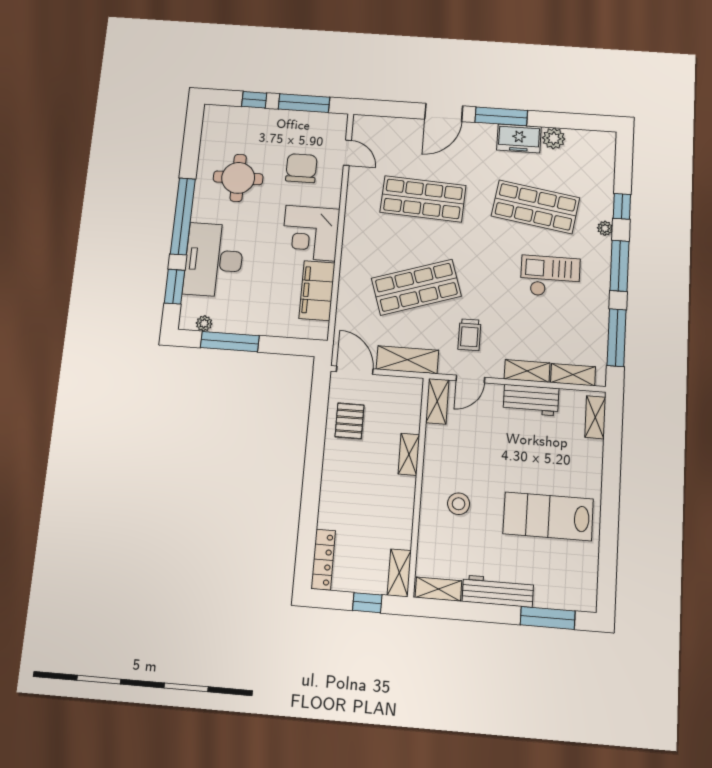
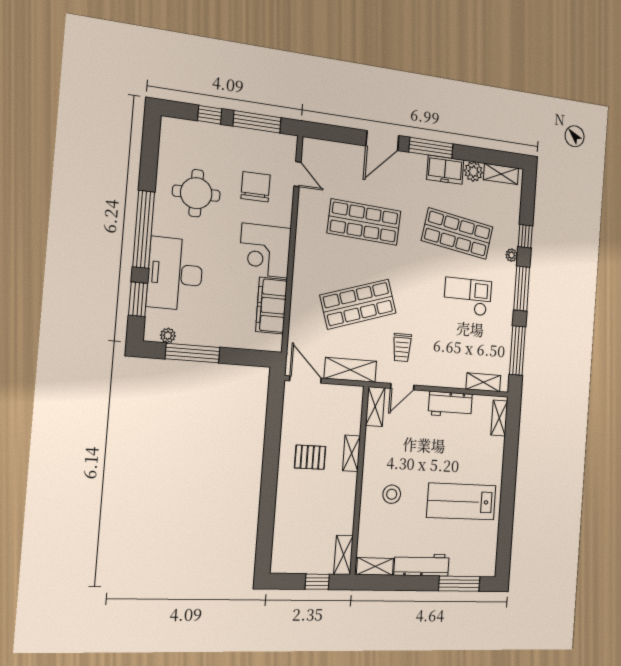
shelving: (527, 371) -> (501, 174), moved
pallet: (349, 421) -> (310, 457), moved, turned 90
locker: (323, 560) -> (280, 548), removed

